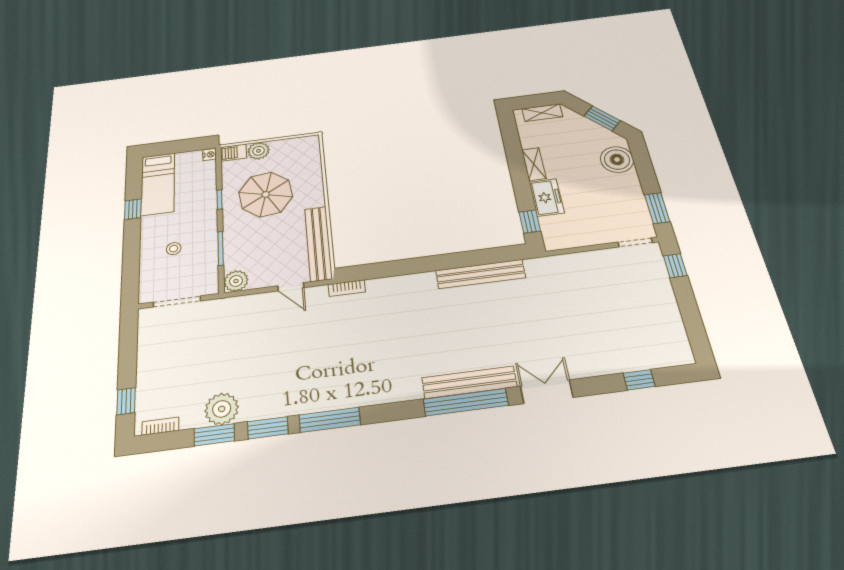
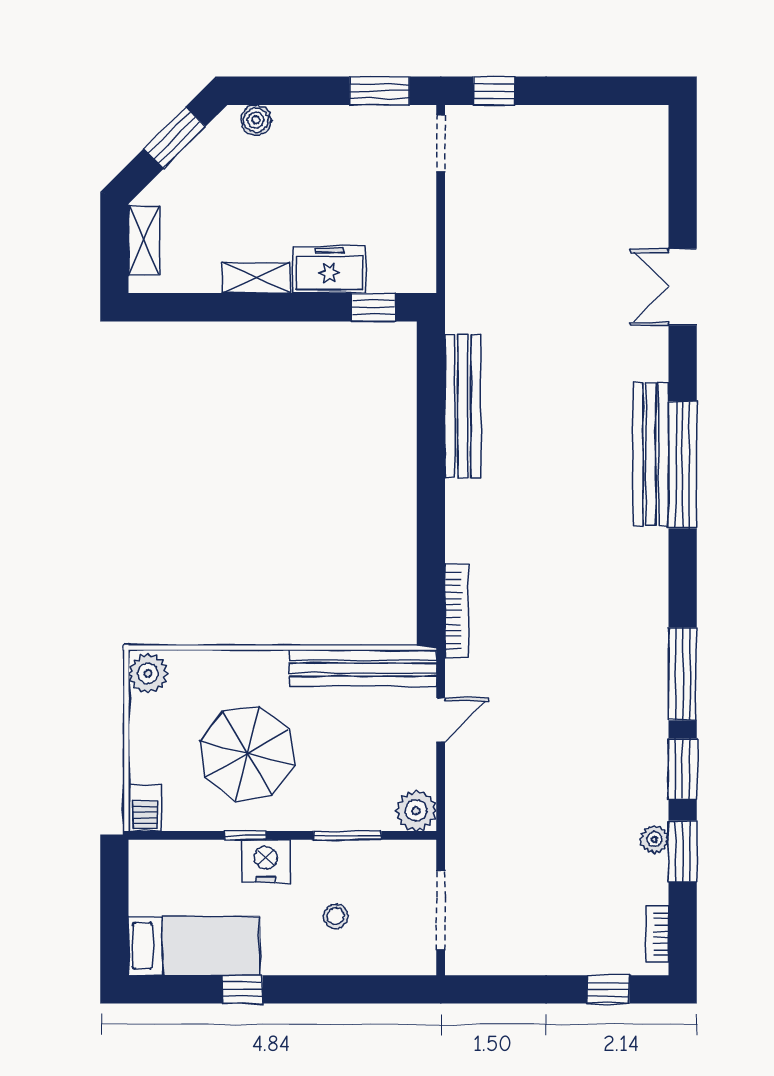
plant: (259, 151) -> (148, 673), moved
nightstand: (210, 155) -> (266, 861), moved, width x1.89, depth x1.79
boiler: (617, 160) -> (256, 120), width x0.54, depth x0.54
bookcase: (347, 288) -> (457, 611), width x1.56
window: (639, 380) -> (683, 197), removed
double door: (547, 392) -> (683, 287), moved
plant: (222, 409) -> (654, 839), width x0.53, depth x0.53

